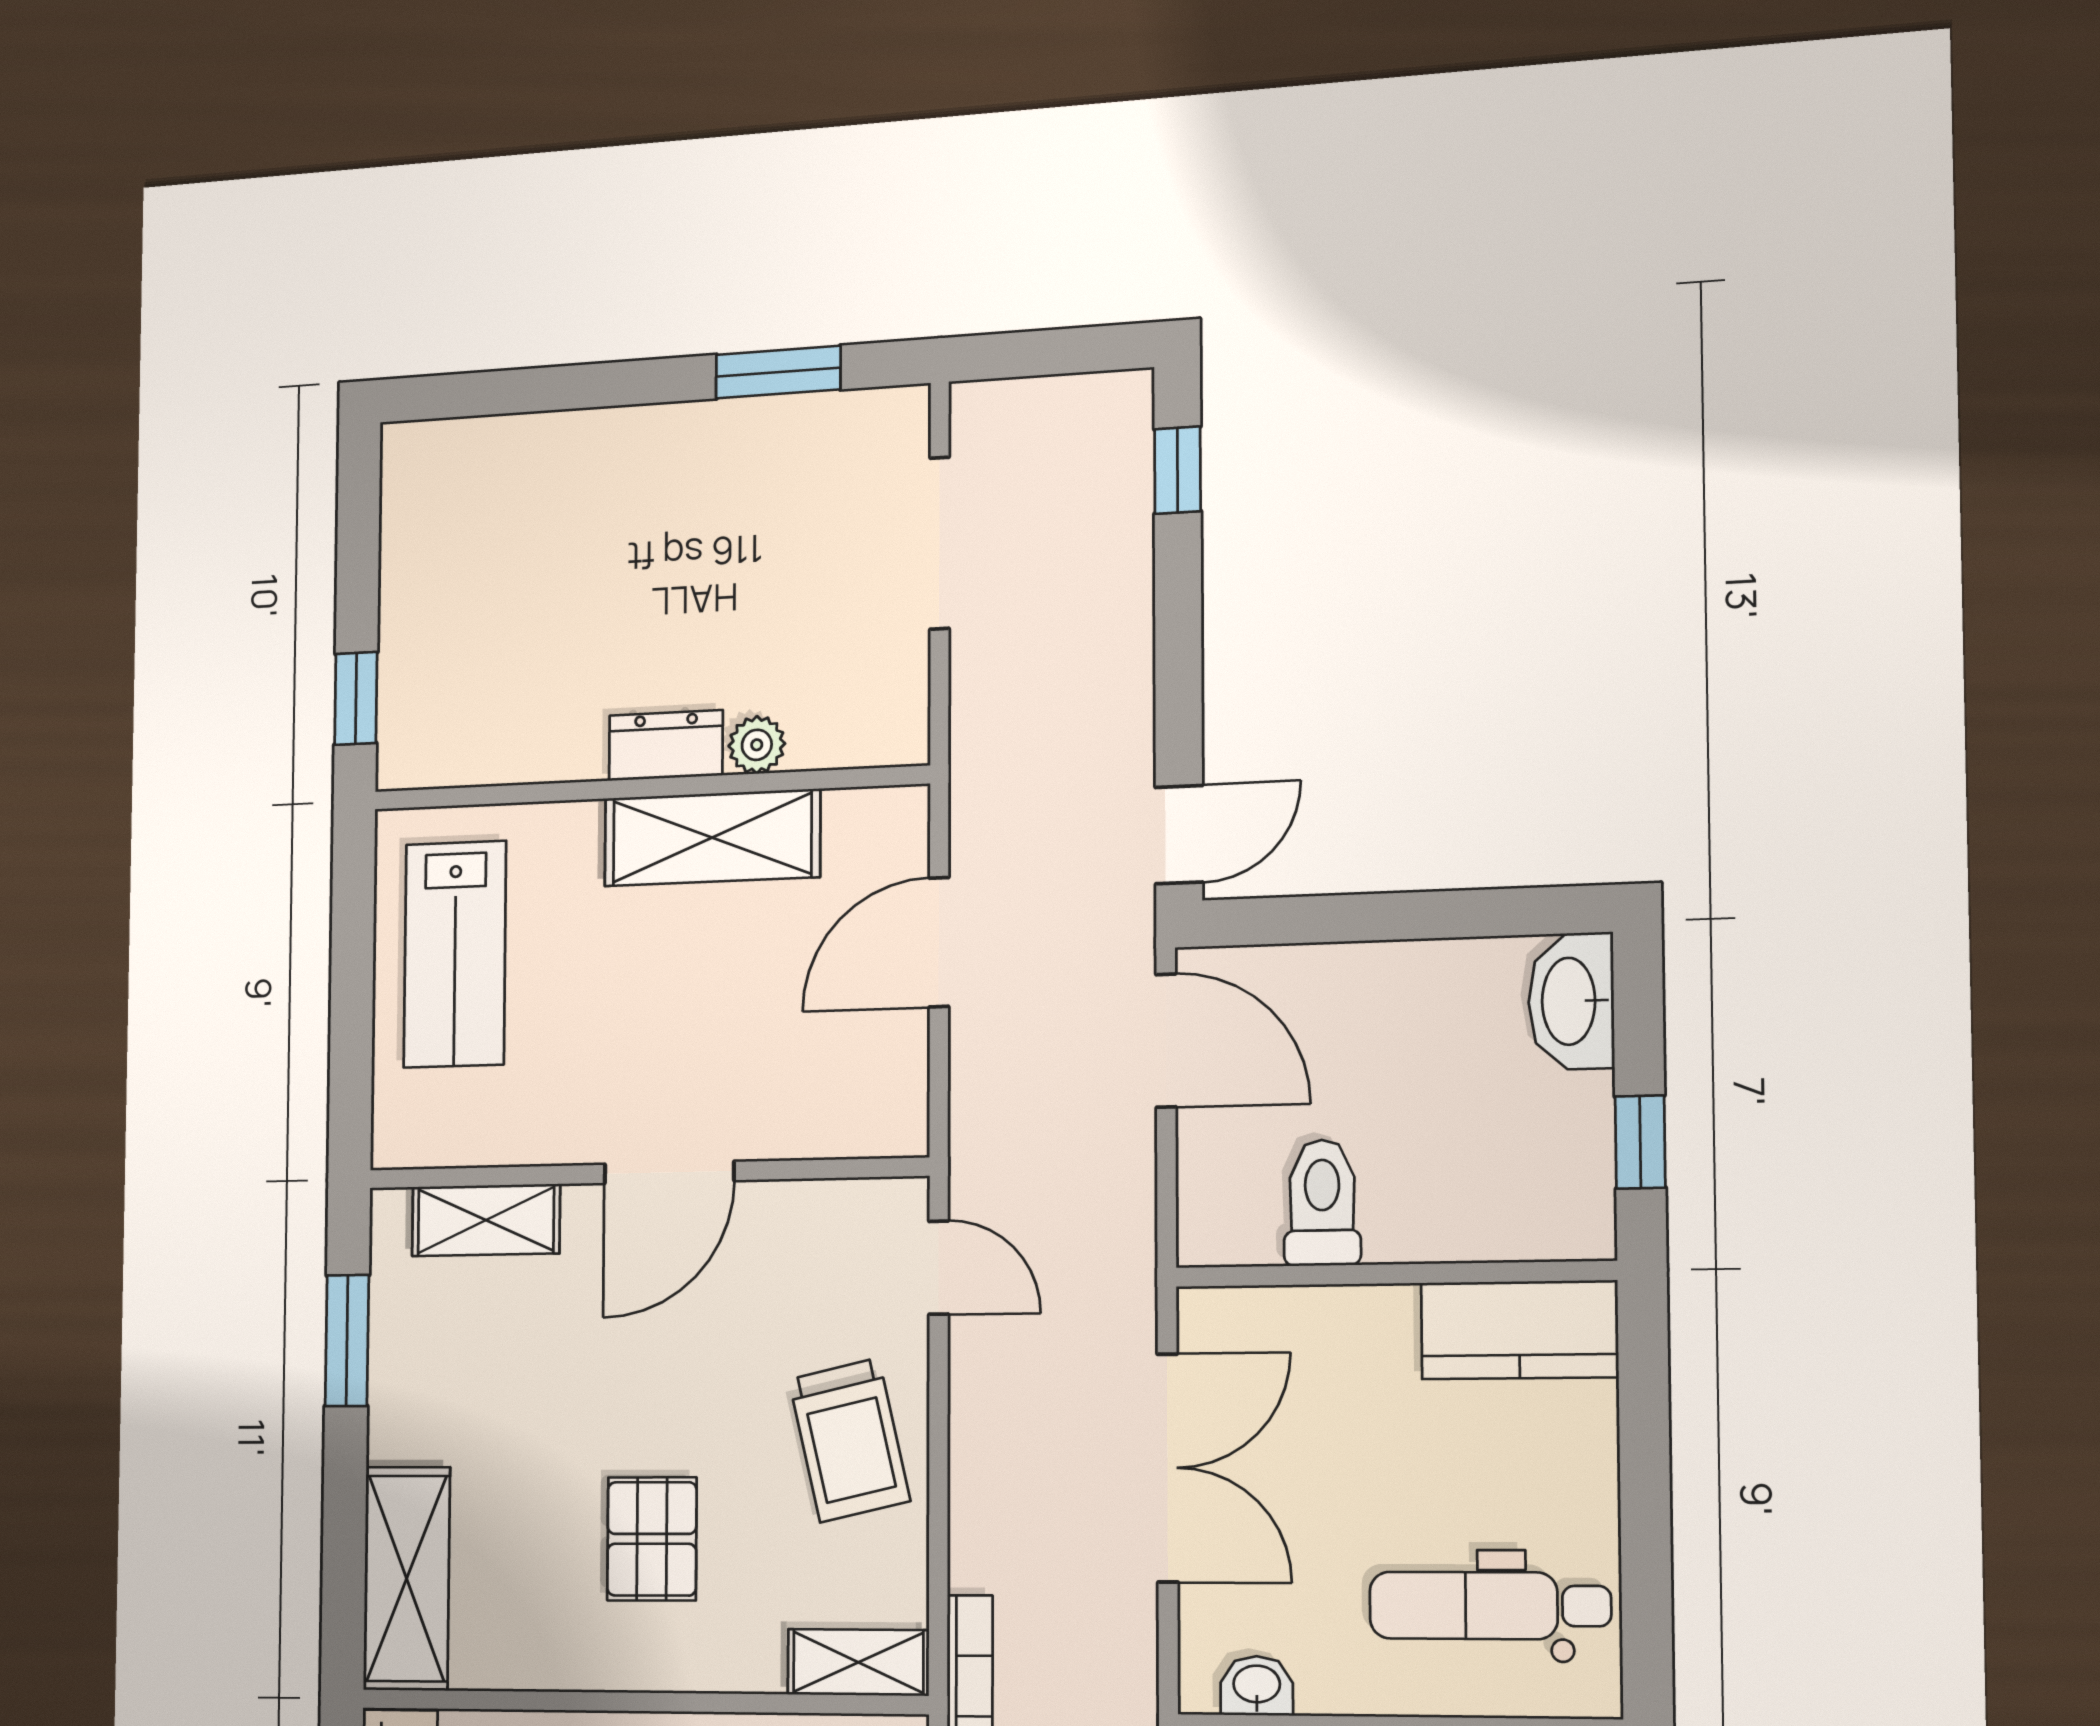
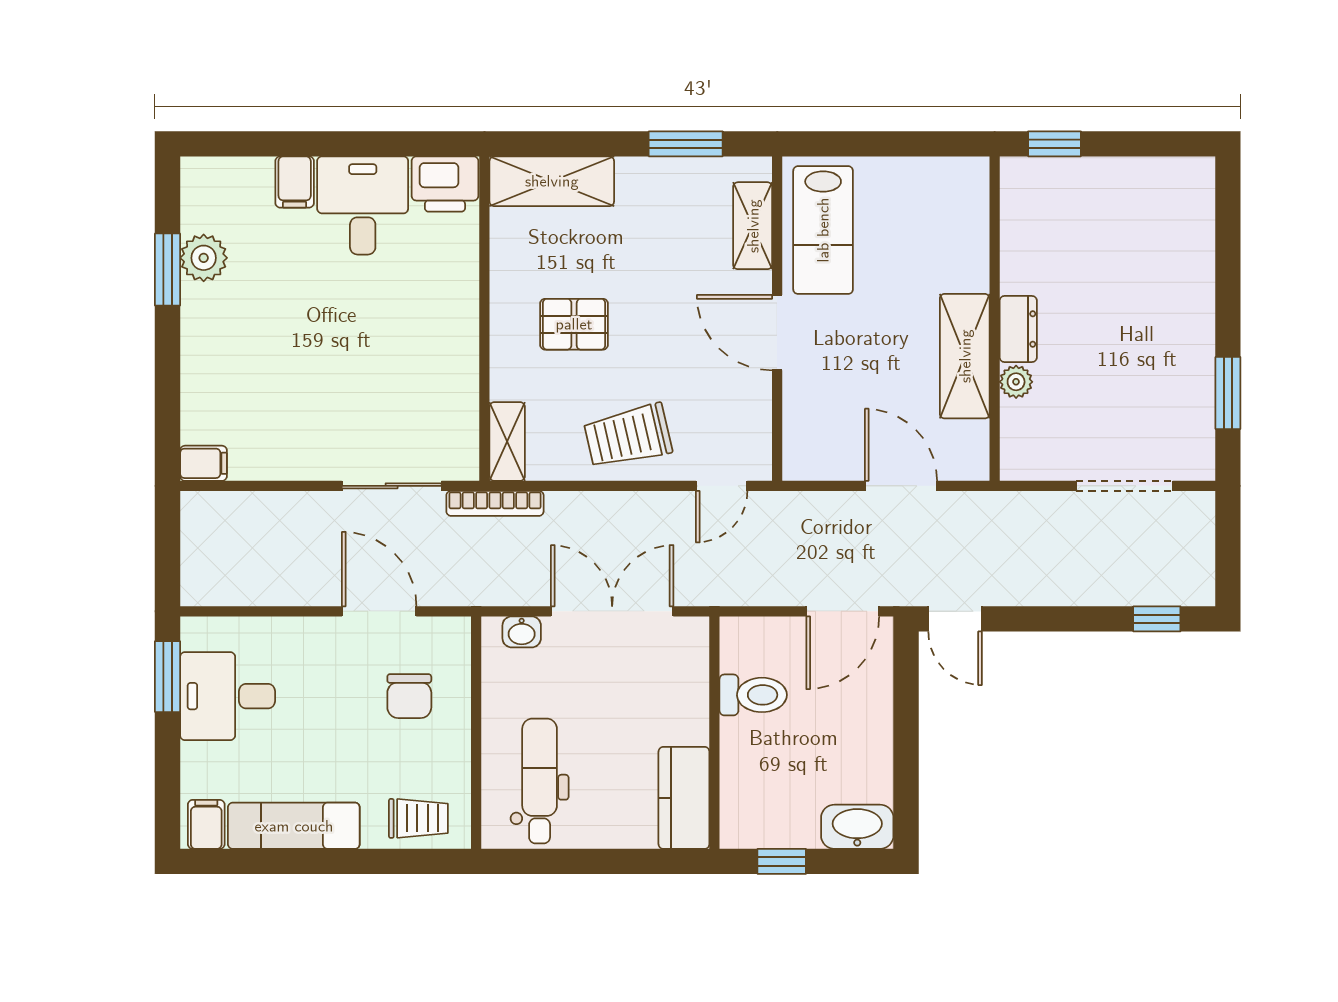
lab bench: (455, 954) -> (823, 230), moved, turned -90
double door: (1168, 1468) -> (612, 611), swing flipped
washbasin: (1257, 1686) -> (522, 632), moved, turned 90

